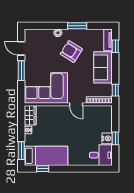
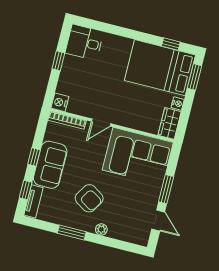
window: (115, 90) -> (34, 157), moved
door: (76, 104) -> (101, 122), swing flipped
nightstand: (107, 138) -> (60, 102), moved
bed: (46, 156) -> (160, 68), width x1.50

